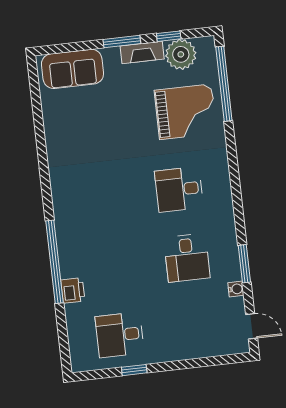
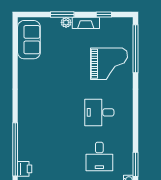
window: (122, 42) -> (62, 15), moved
plant: (181, 54) -> (66, 22), moved, width x0.53, depth x0.53
sofa: (72, 69) -> (29, 40), moved, turned -90

